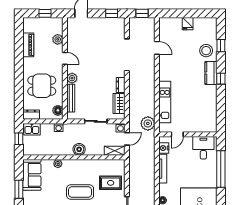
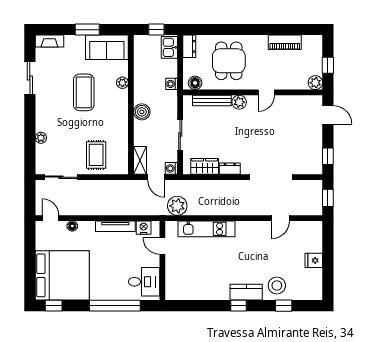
plant: (58, 39) -> (315, 83), moved
coffee table: (80, 192) -> (84, 92), moved

